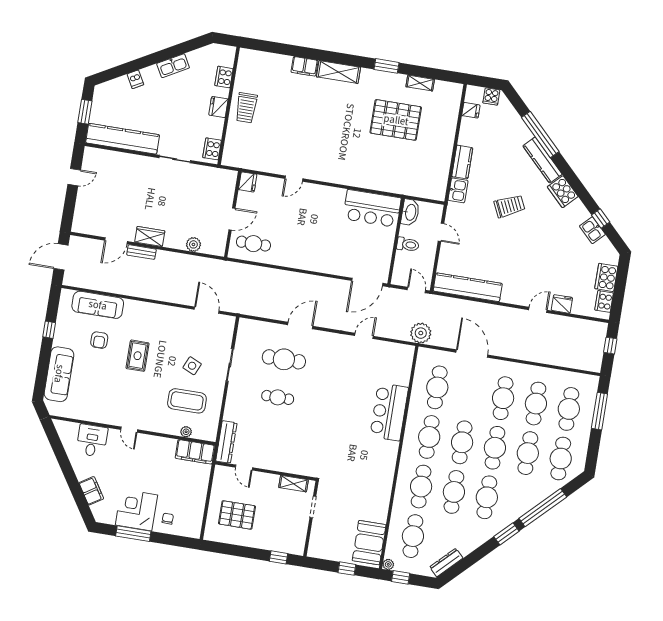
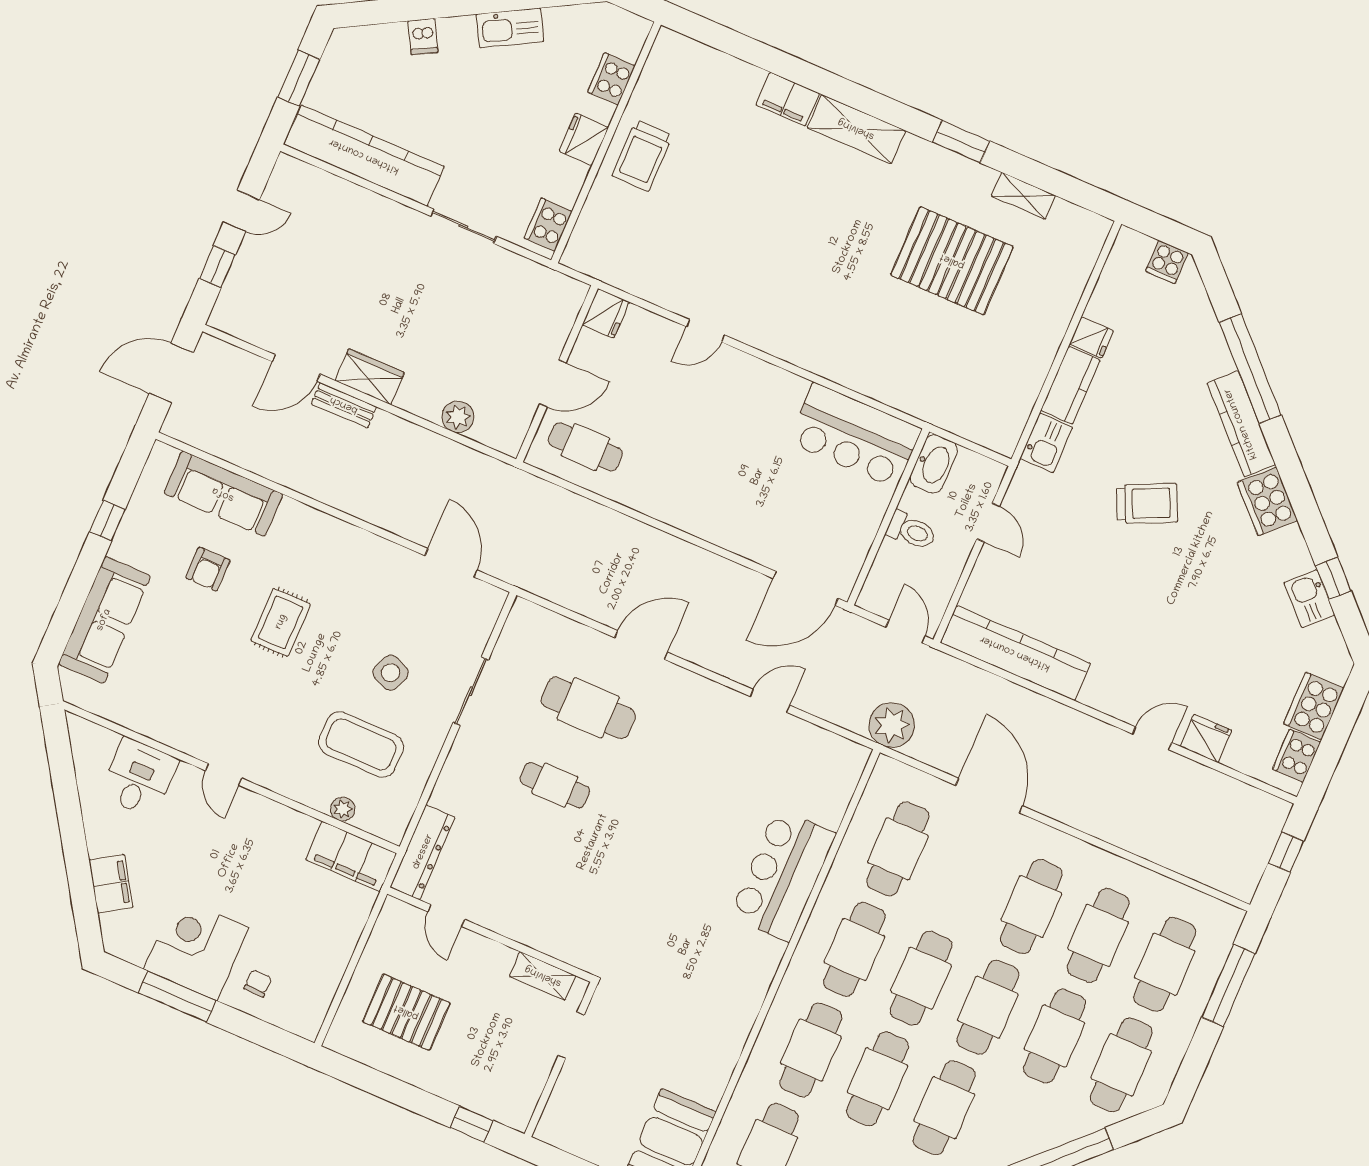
fridge: (471, 110) -> (1092, 337), moved
window: (70, 205) -> (217, 267), added

